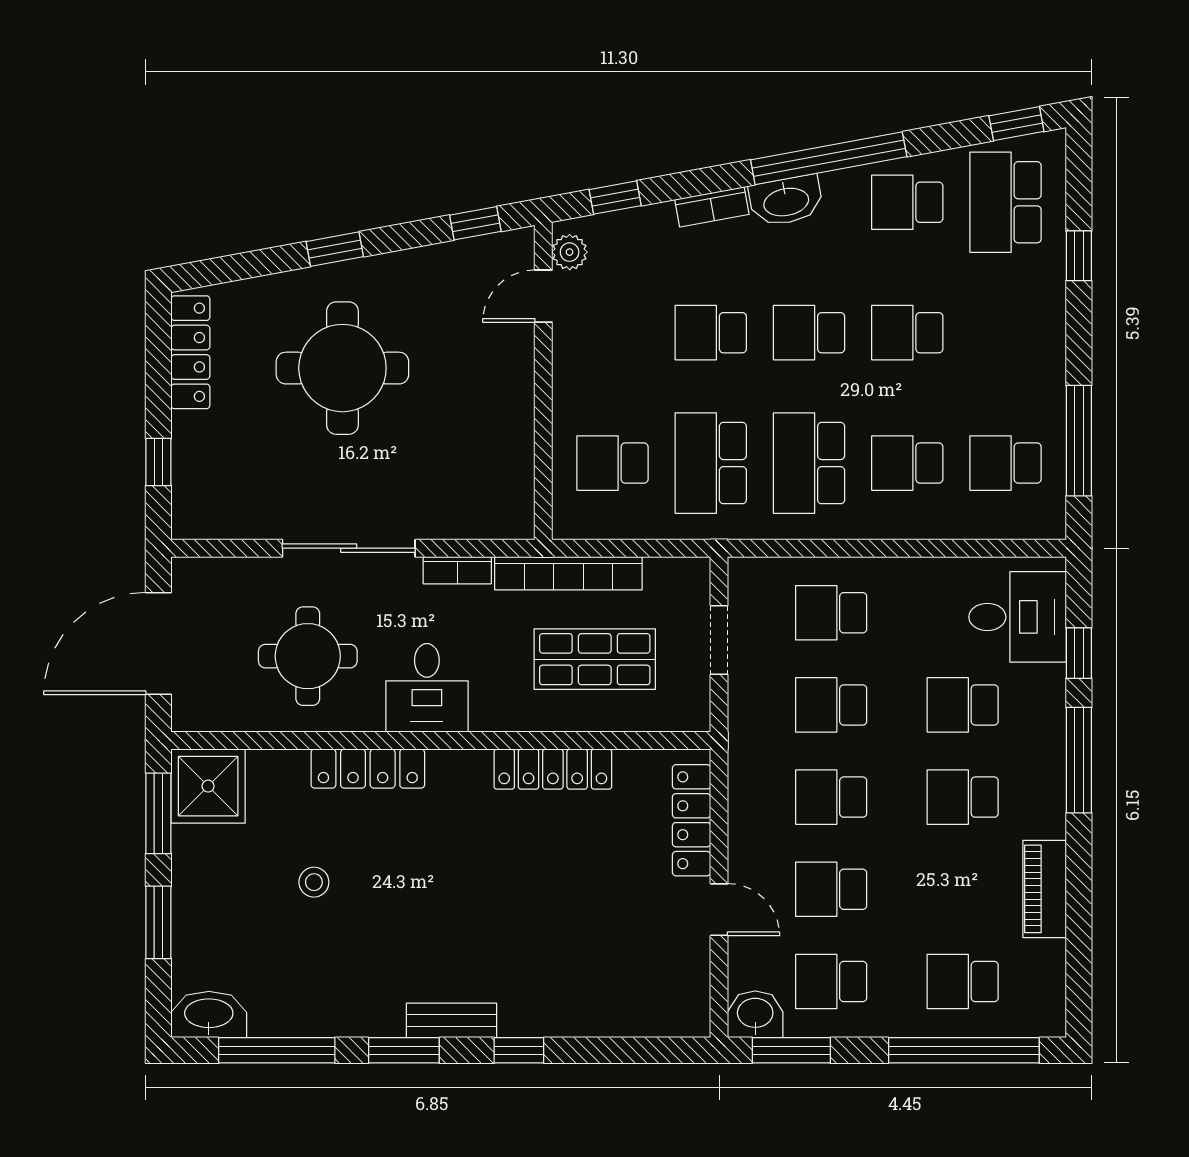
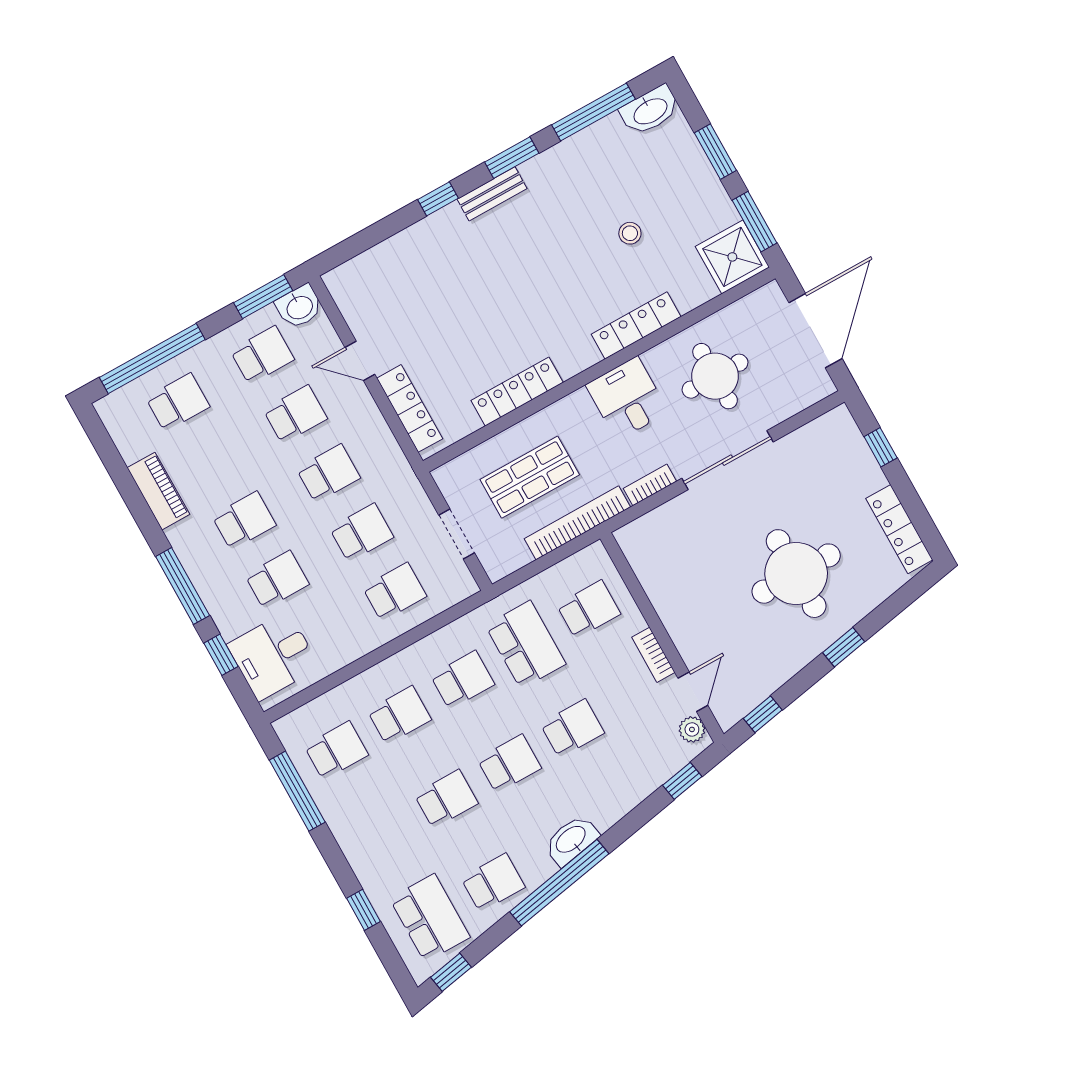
bookcase: (712, 207) -> (653, 655), moved, turned -80
school desk: (809, 463) -> (462, 680), width x0.54

